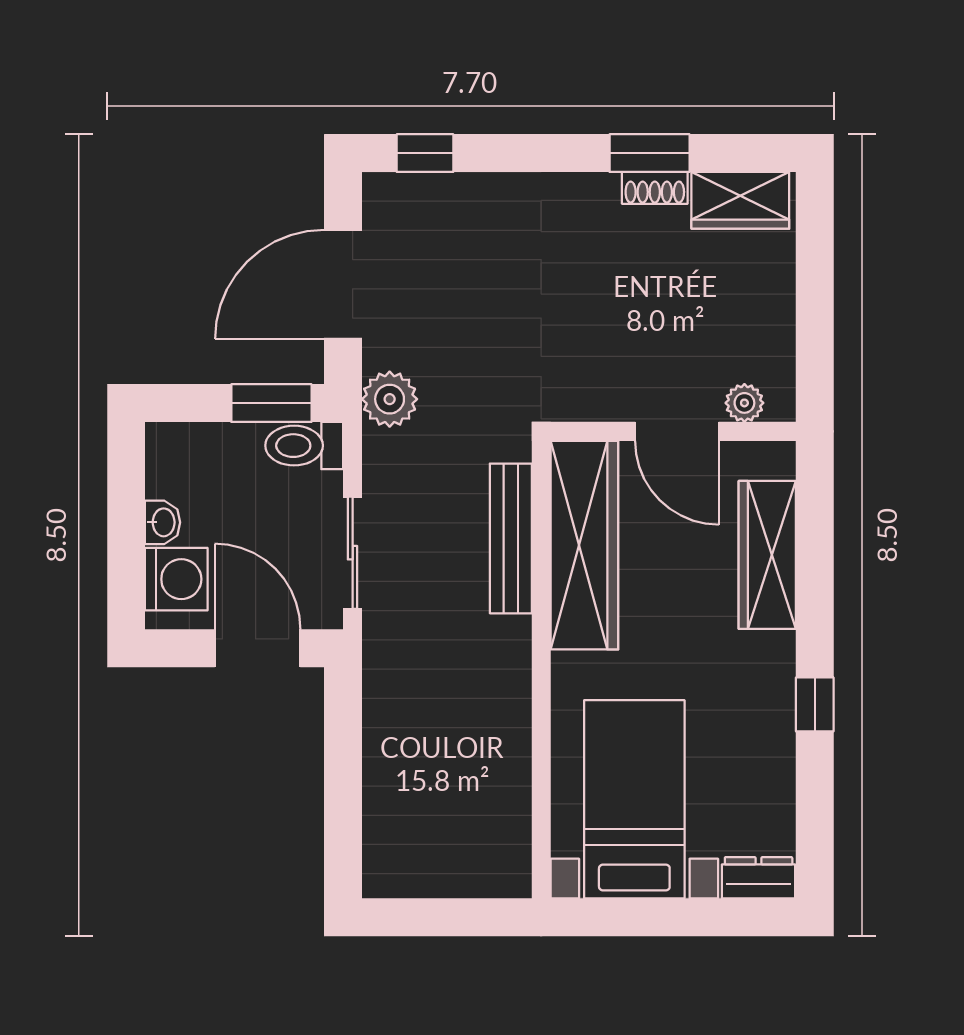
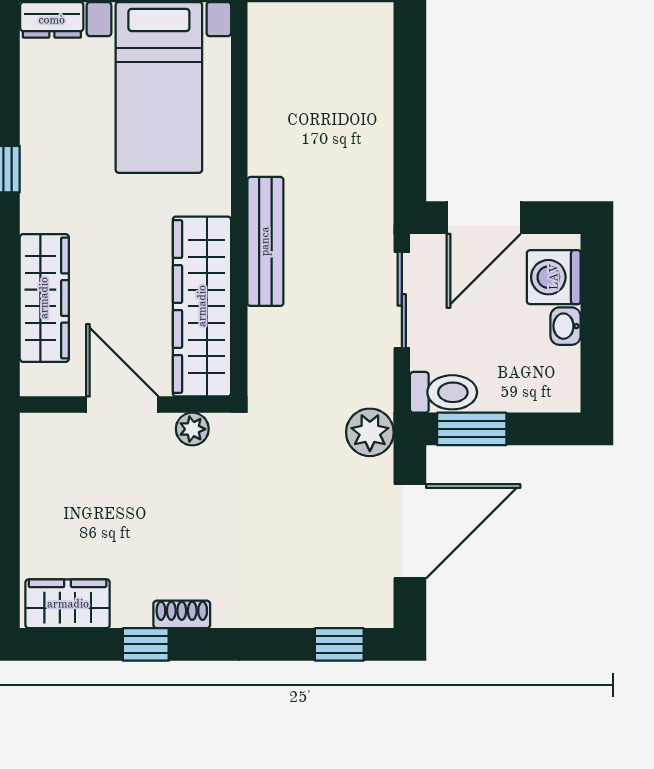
window: (650, 153) -> (146, 644), width x0.67
shoe rack: (655, 188) -> (182, 614), moved
plant: (744, 403) -> (192, 429), moved
bench: (511, 538) -> (265, 241), moved
door: (257, 648) -> (484, 218), hinge flipped

